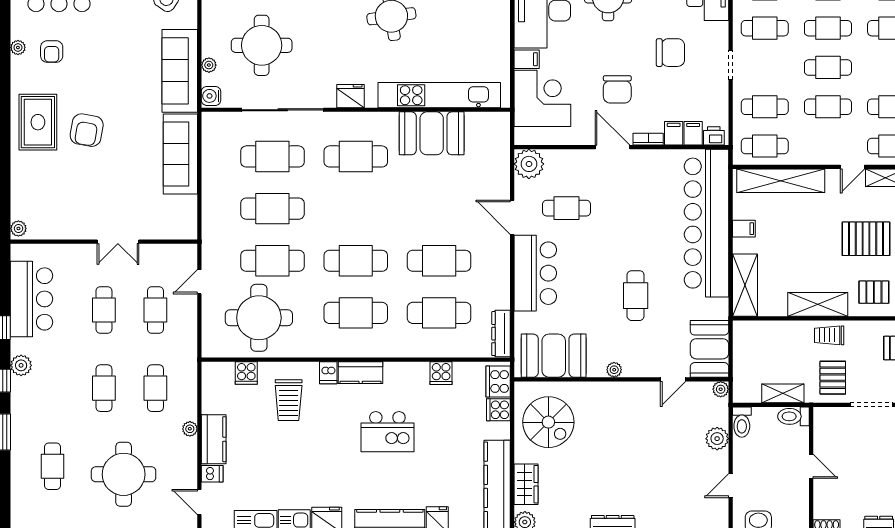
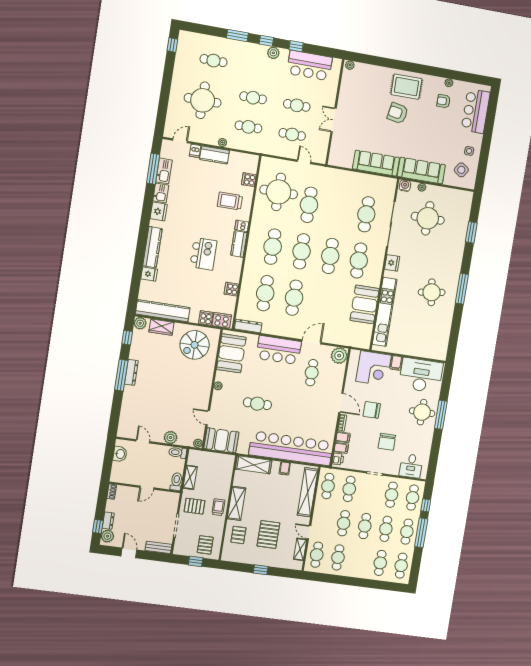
door: (613, 147) -> (341, 403), hinge flipped
cafe table: (272, 209) -> (330, 256), moved
kitchen island: (387, 432) -> (203, 254), turned 180

